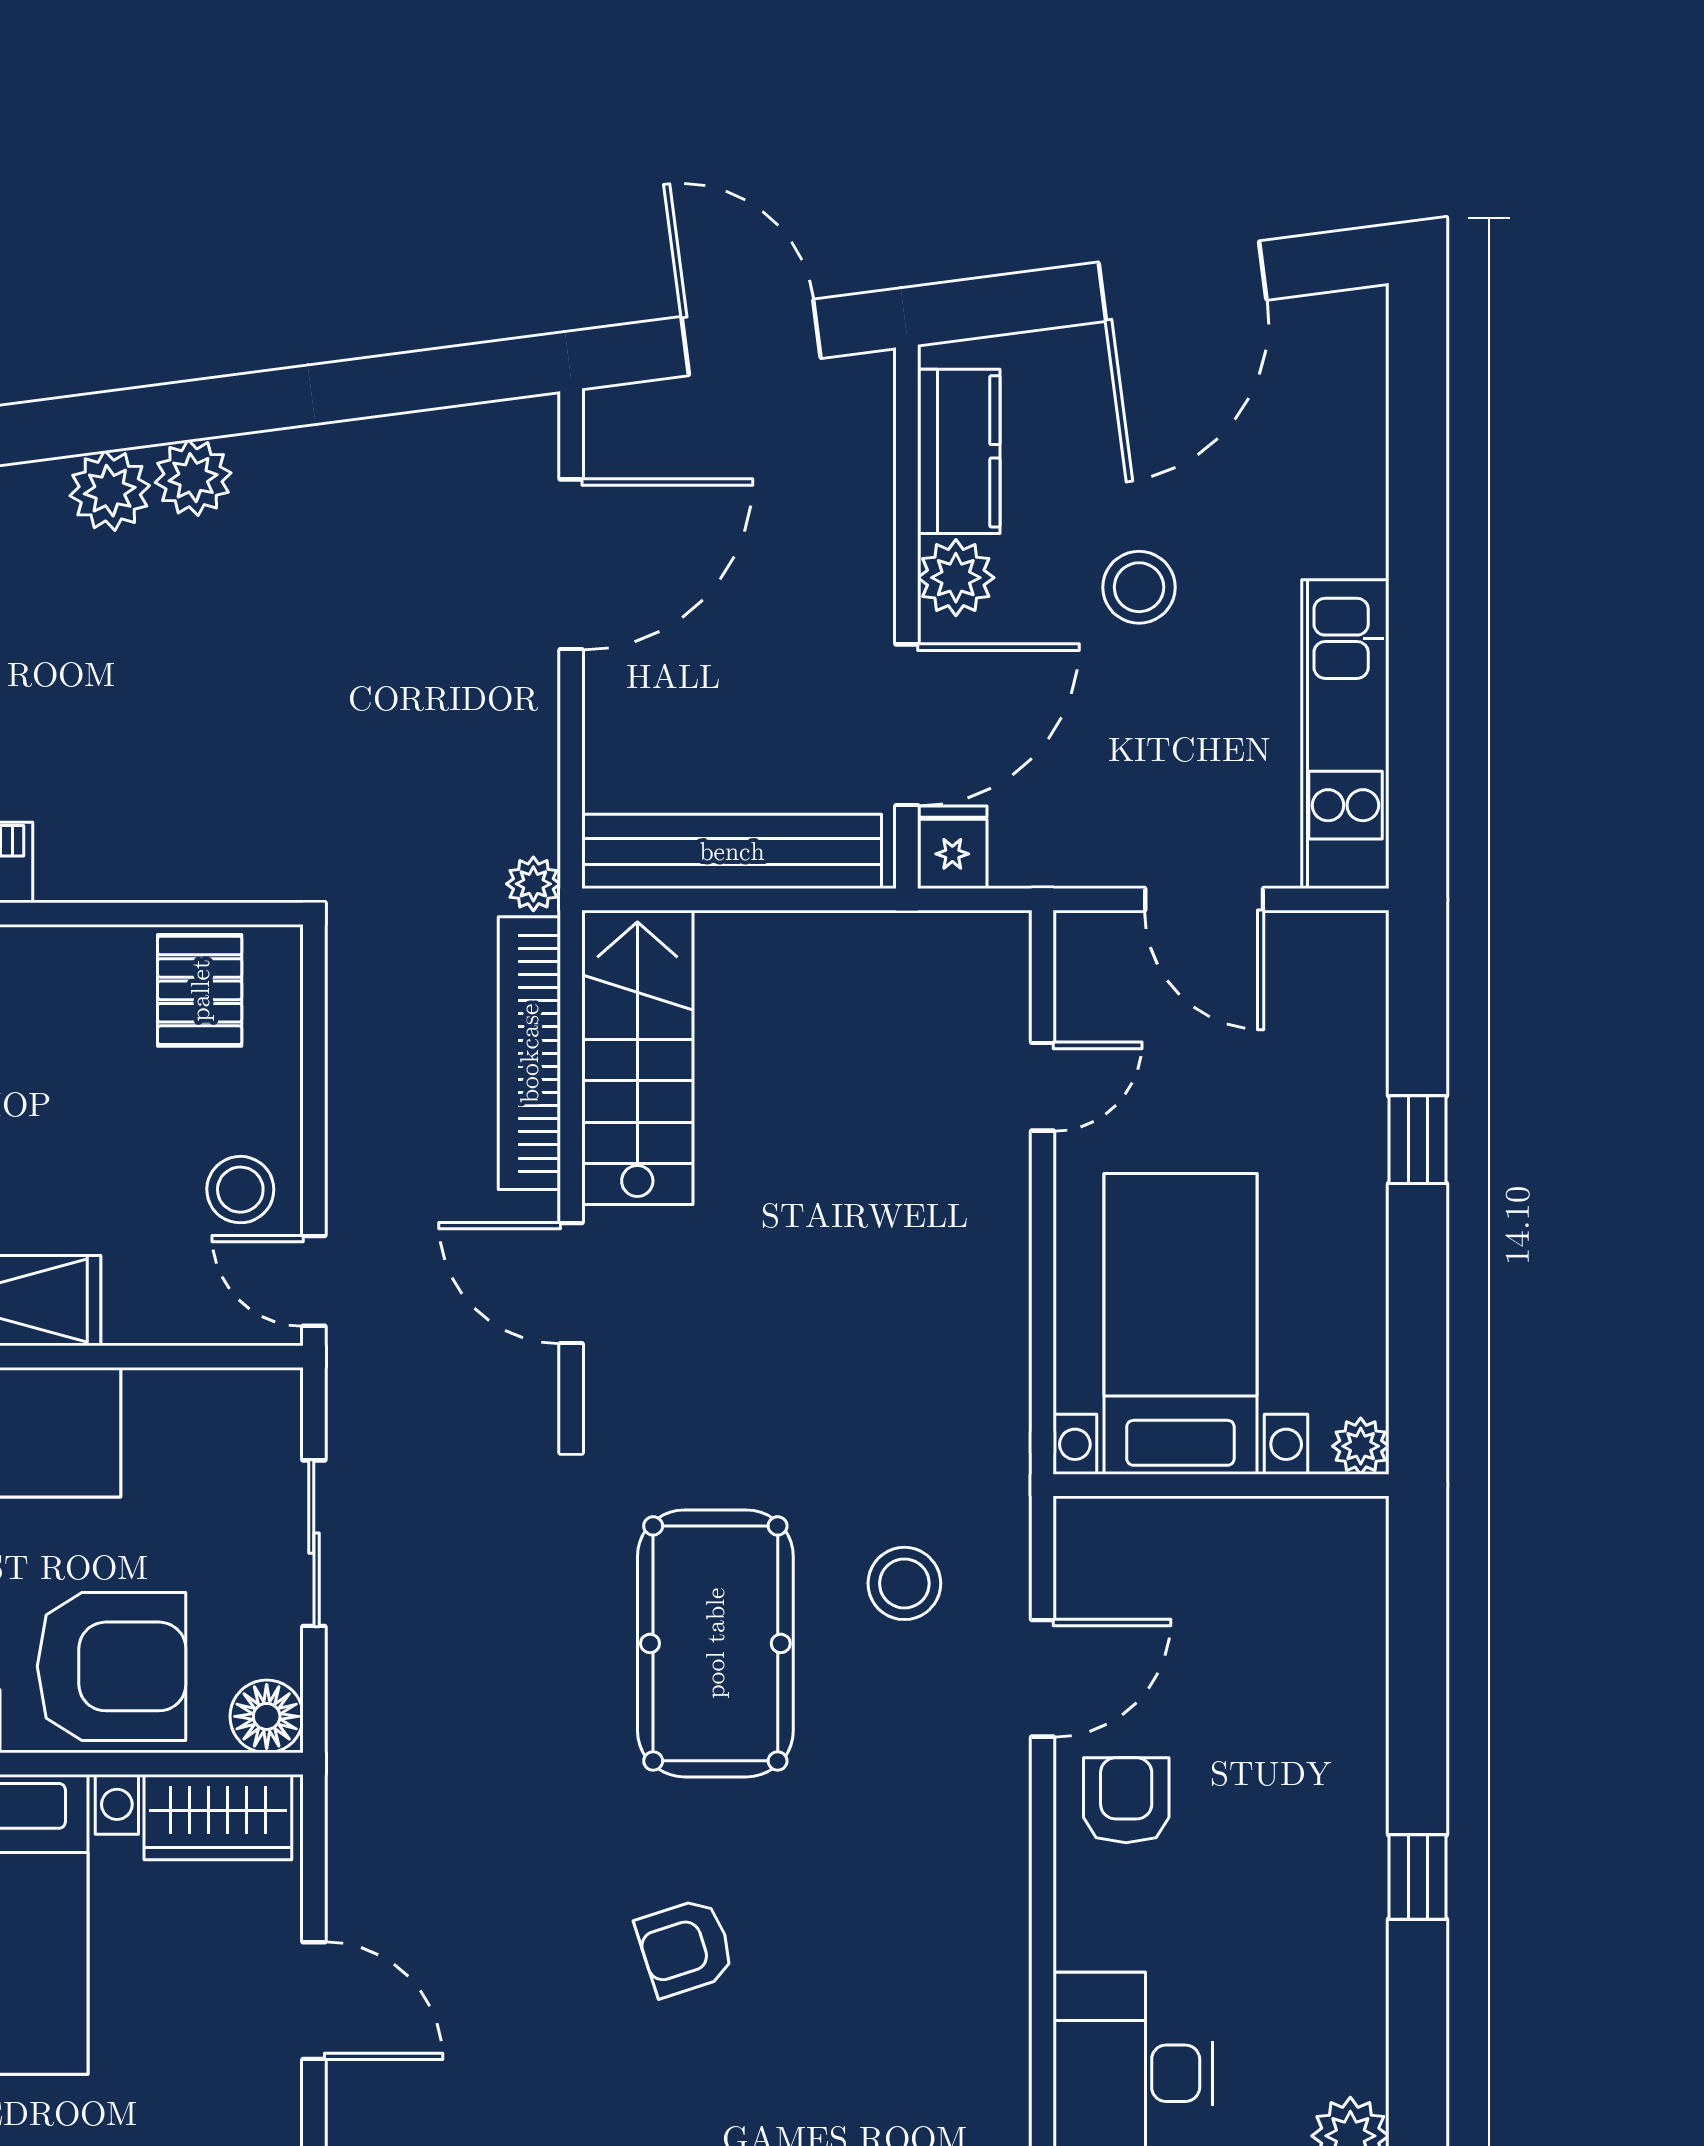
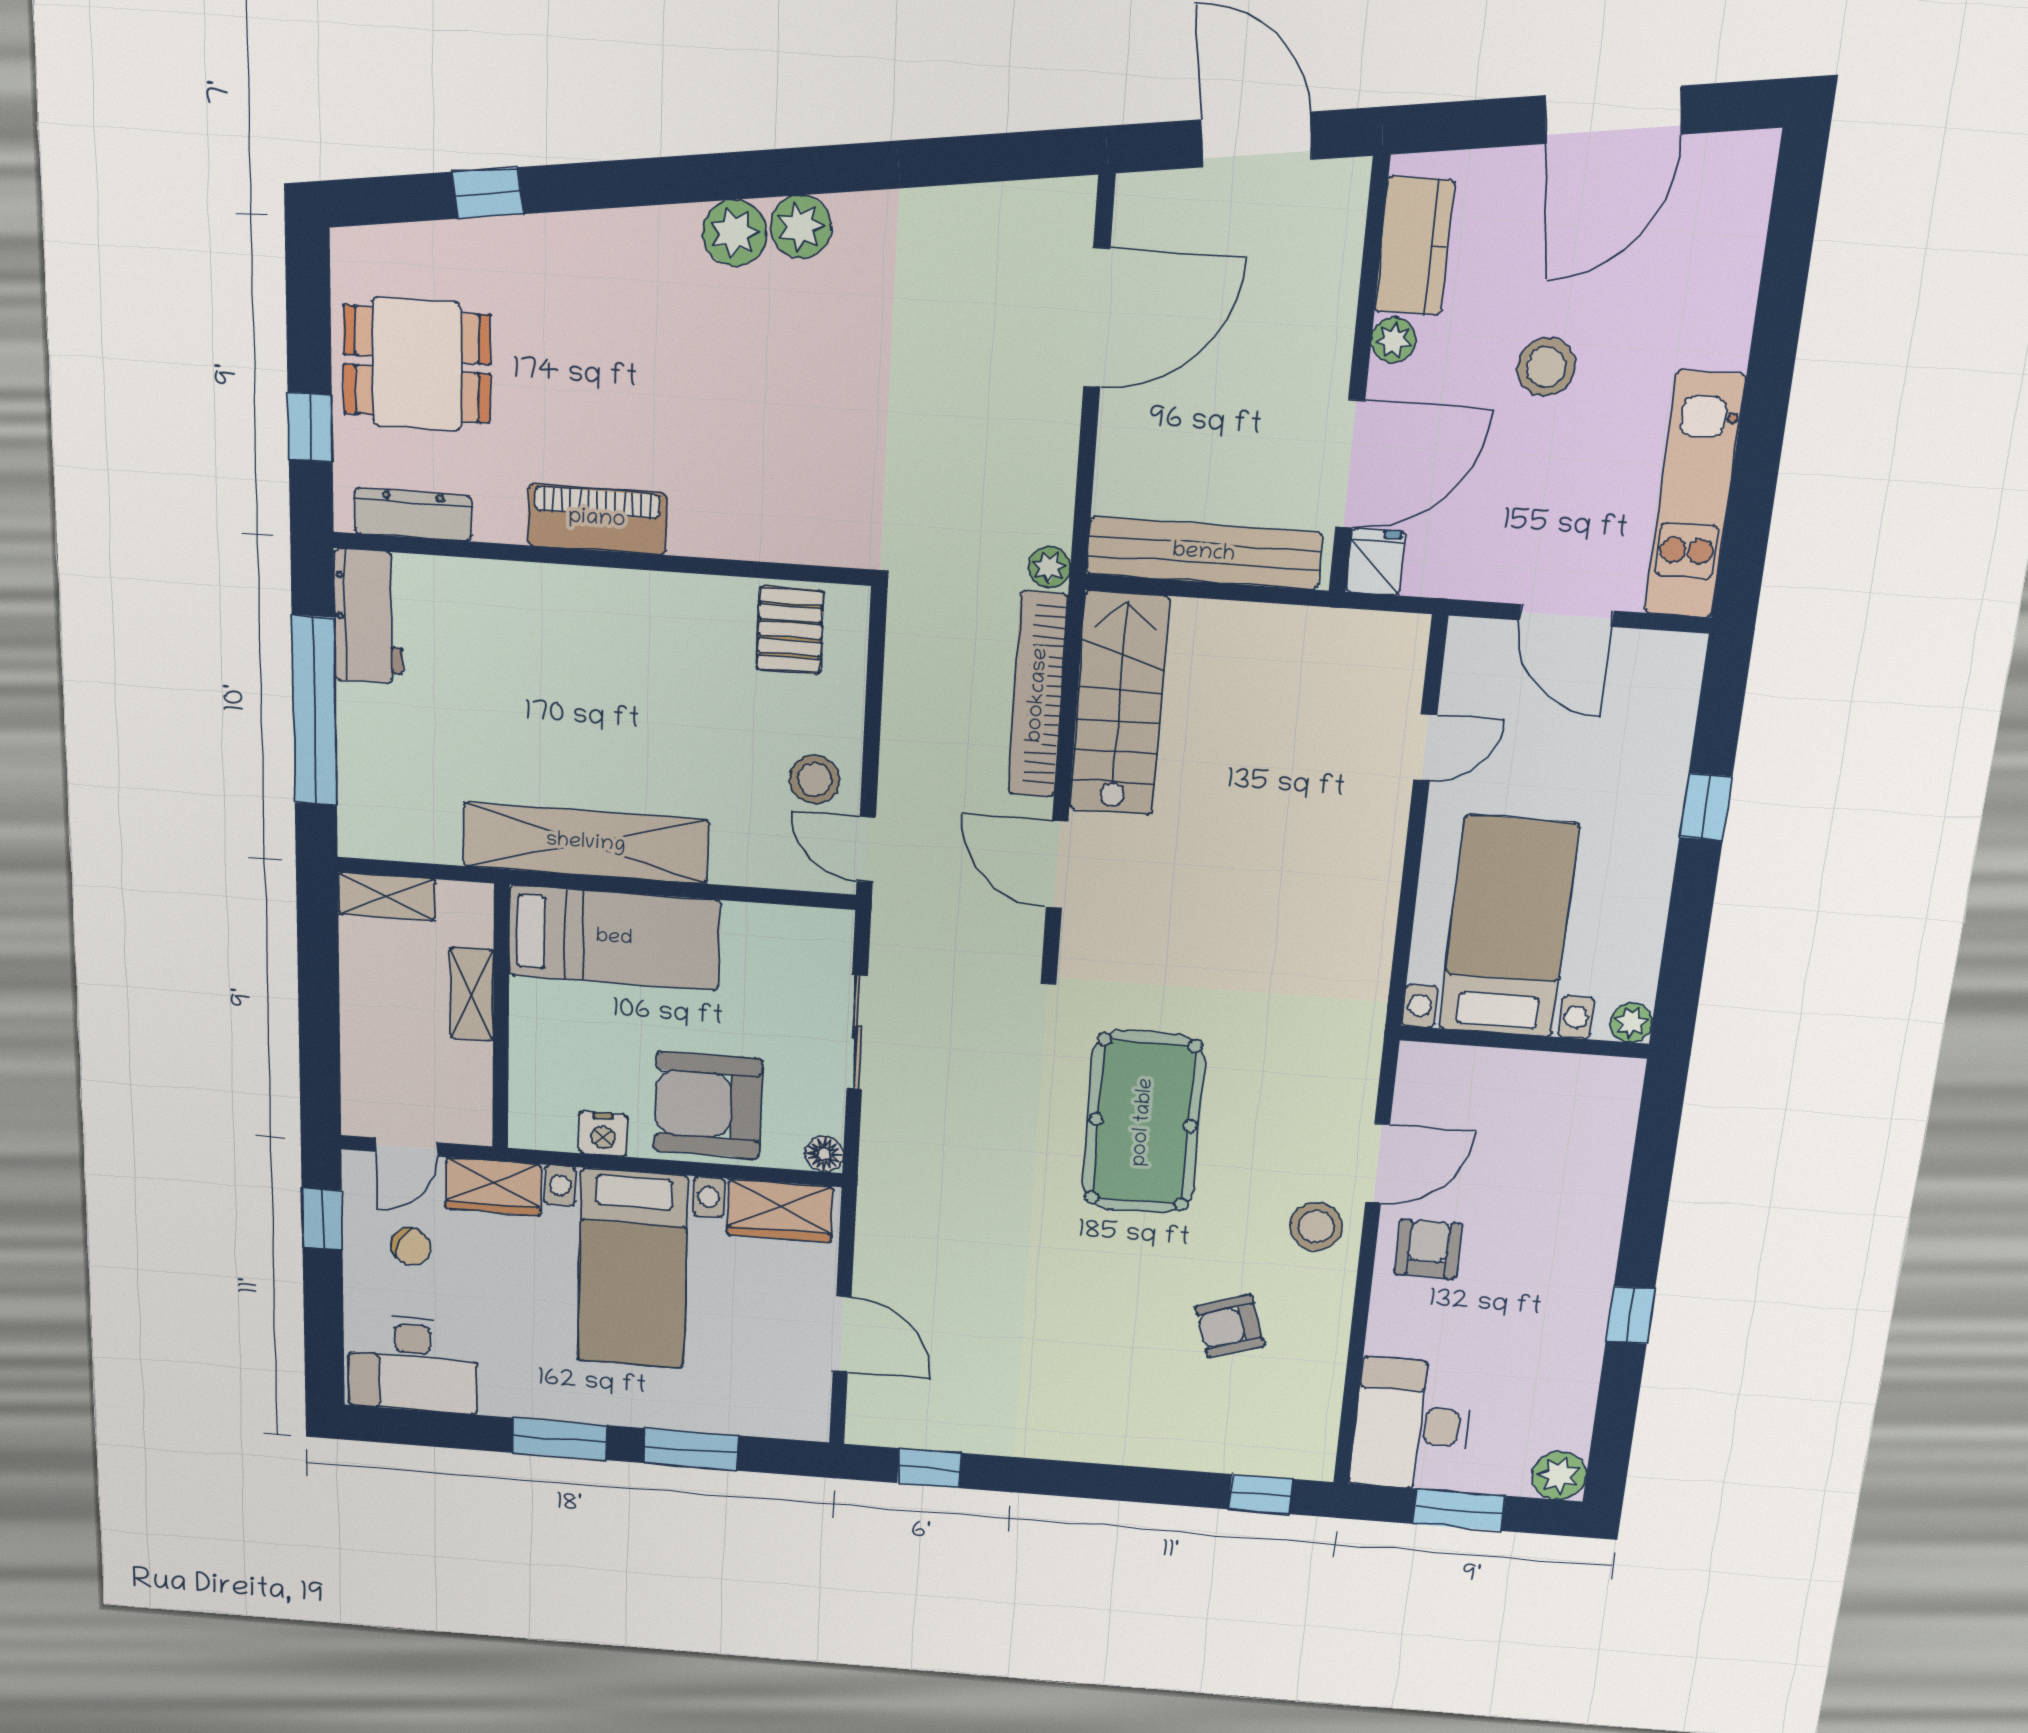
plant: (956, 578) -> (1394, 340), width x0.73, depth x0.73
stool: (904, 1583) -> (1316, 1227), moved
armchair: (112, 1666) -> (708, 1105), turned 180
floor lamp: (267, 1716) -> (824, 1154), width x0.73, depth x0.73
armchair: (685, 1947) -> (1230, 1326), moved

